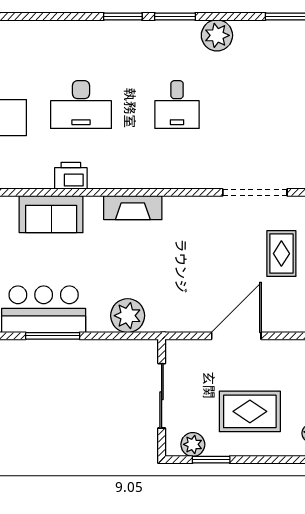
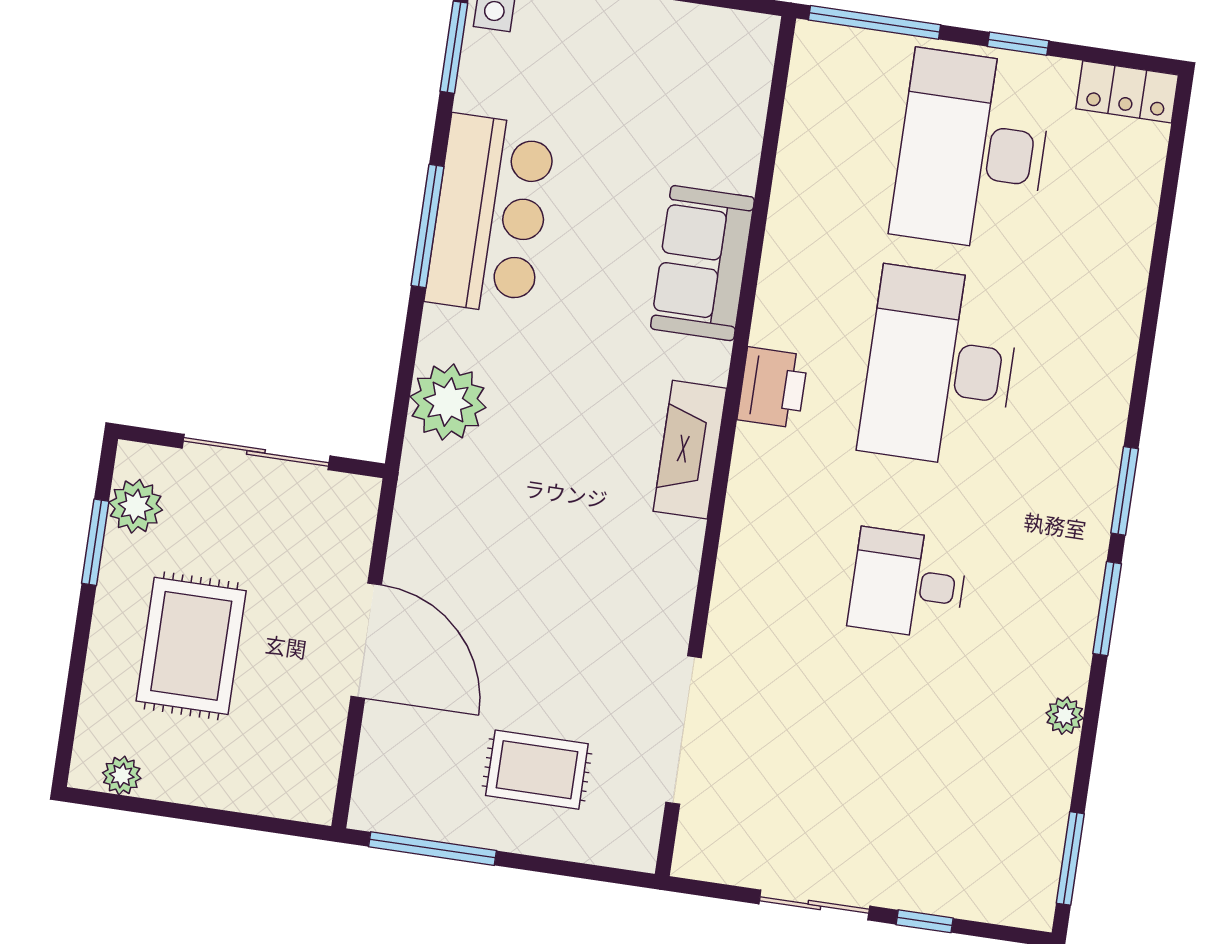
plant: (217, 35) -> (1065, 716), width x0.53, depth x0.53
desk: (81, 104) -> (940, 367), width x1.36, depth x1.30
printer: (71, 176) -> (773, 388), moved

